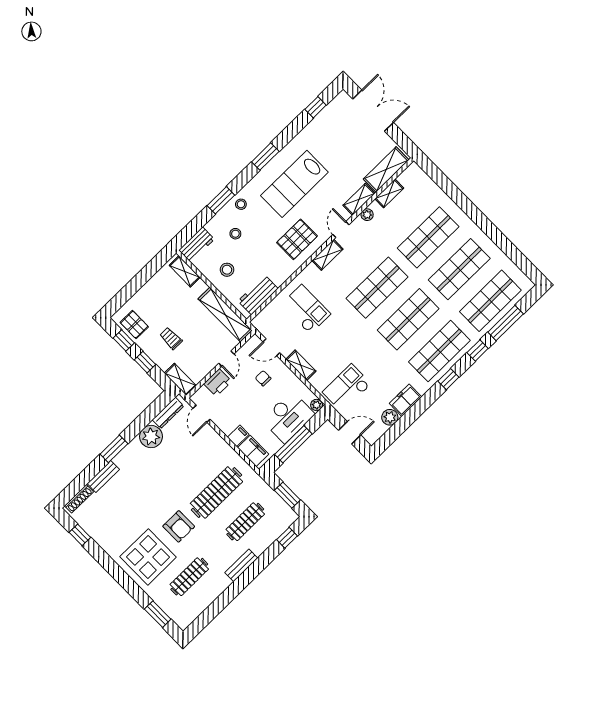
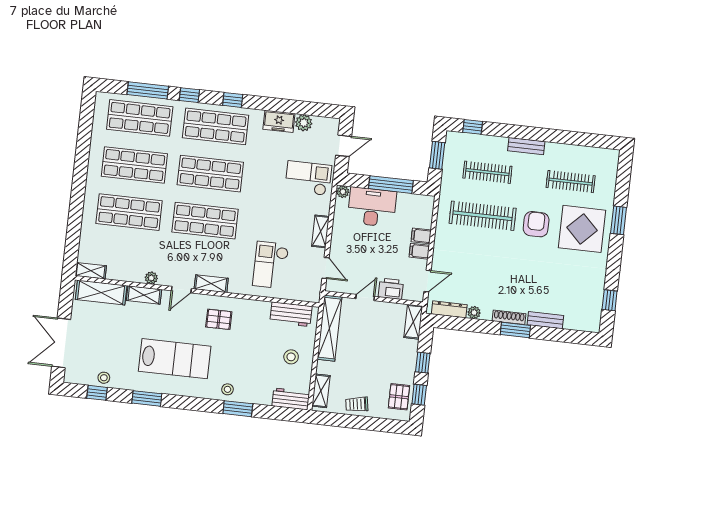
window: (265, 157) -> (147, 398), moved
shelving: (389, 193) -> (91, 271), moved
stool: (235, 234) -> (104, 378), moved
pallet: (297, 239) -> (219, 319), width x0.67, depth x0.71
trolley: (171, 338) -> (357, 404), moved, turned 81
chair: (263, 378) -> (357, 254), removed
checkout: (347, 388) -> (308, 178), turned 180
door: (350, 433) -> (344, 146), swing flipped
plant: (151, 437) -> (474, 313), width x0.53, depth x0.53
filing cabinet: (253, 451) -> (419, 251), moved, width x0.50
shoe rack: (79, 499) -> (509, 317), moved
window: (158, 614) -> (619, 220), moved

